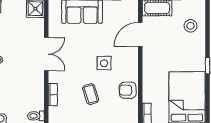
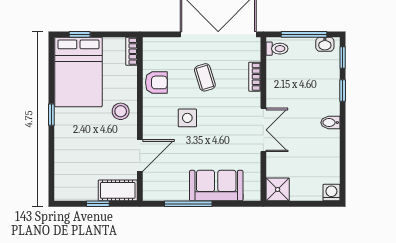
stool: (191, 26) -> (121, 111), moved
double door: (46, 54) -> (263, 130), swing flipped

